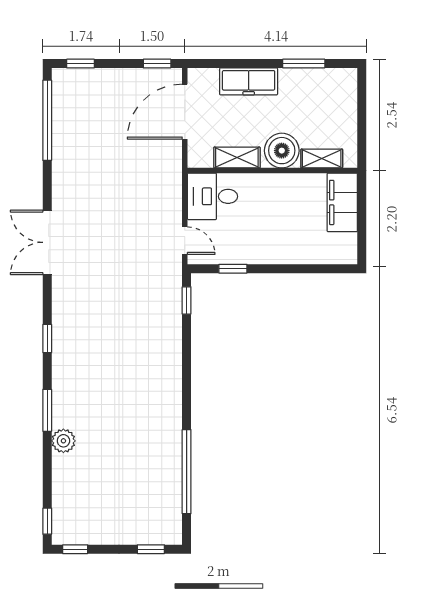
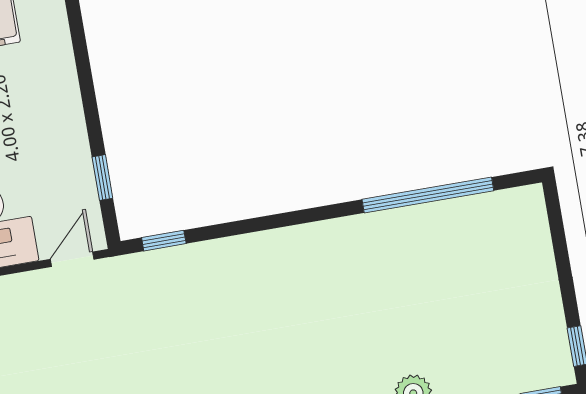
window: (151, 549) -> (557, 229), removed

